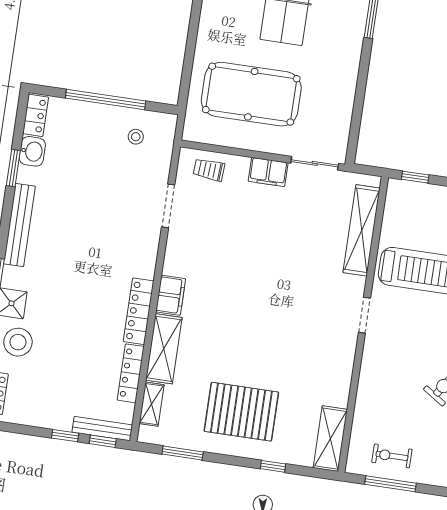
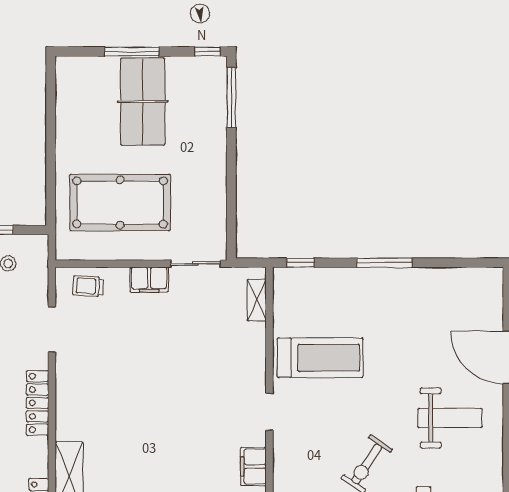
shelving: (362, 230) -> (257, 300), width x0.45, depth x0.75
filing cabinet: (171, 295) -> (253, 466), moved, turned 180
locker: (139, 311) -> (37, 403), moved

